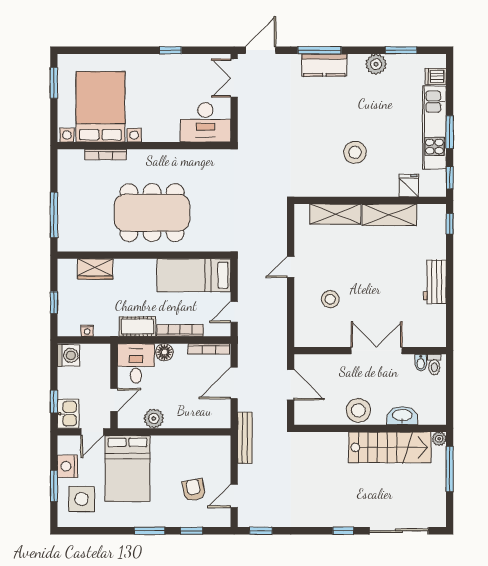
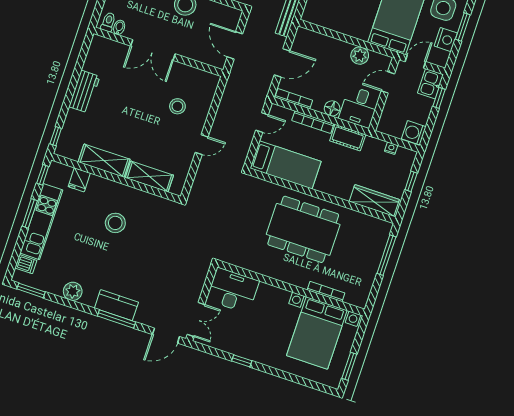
window: (401, 50) -> (31, 290), moved
wardrobe: (95, 269) -> (374, 200), width x1.50

